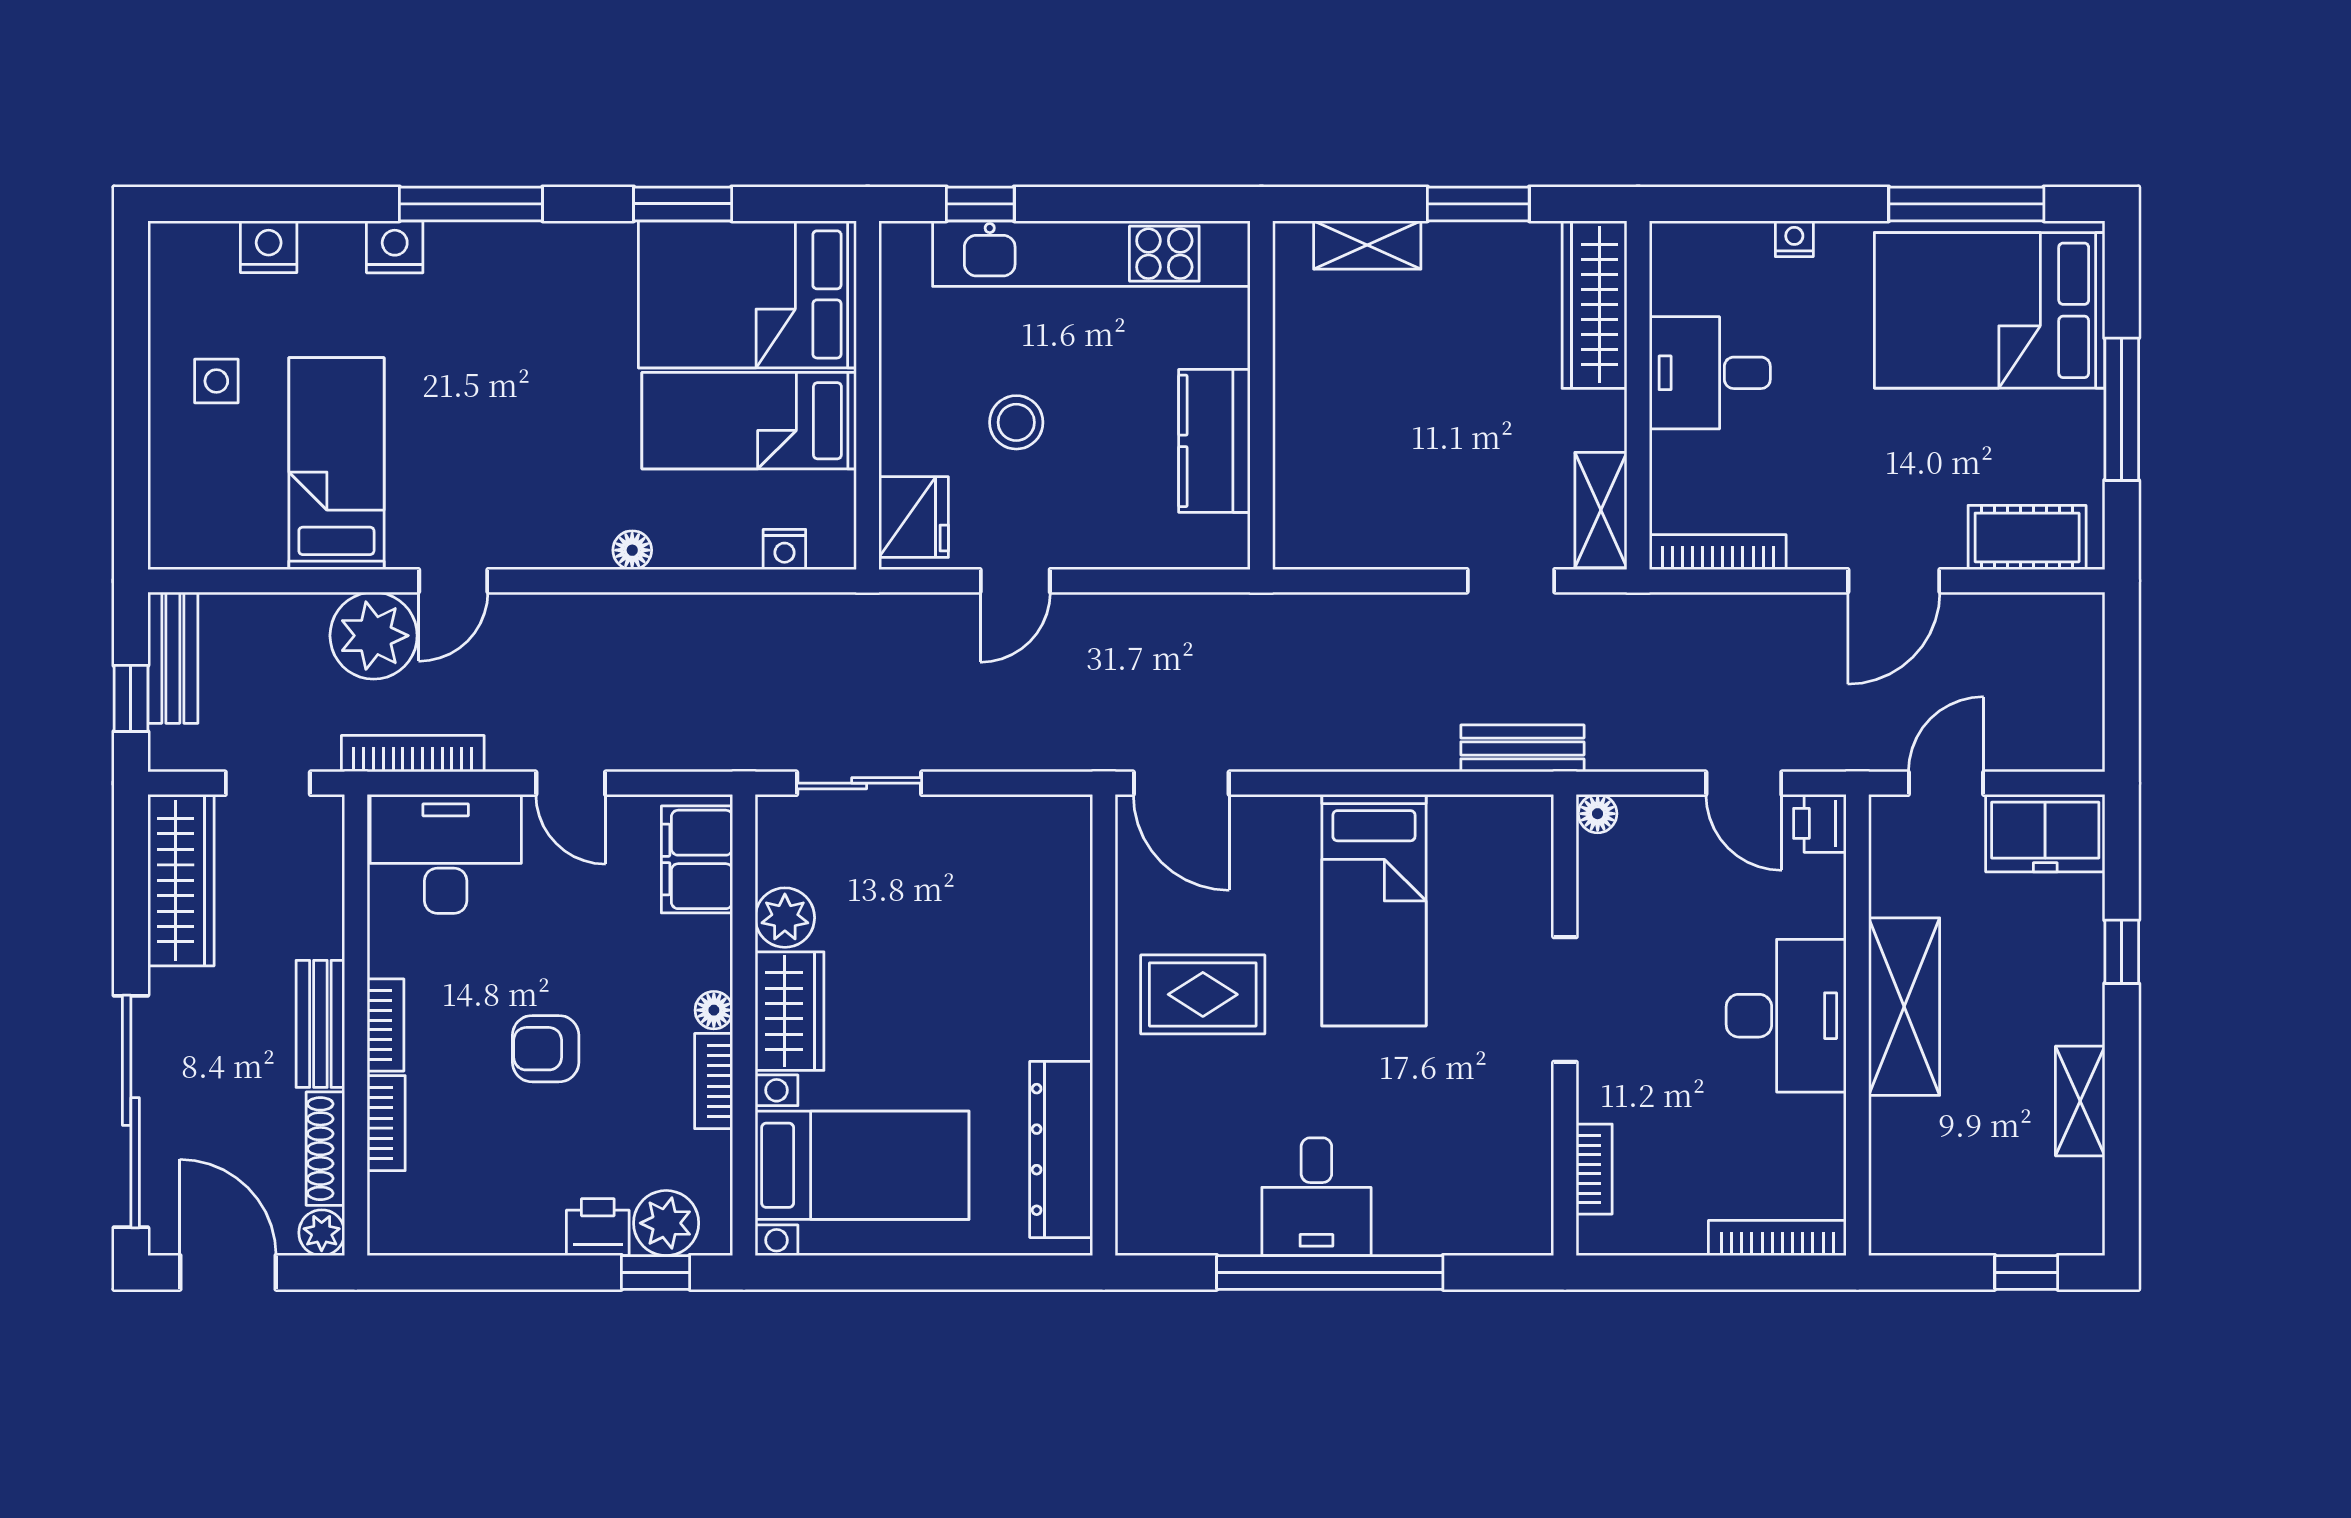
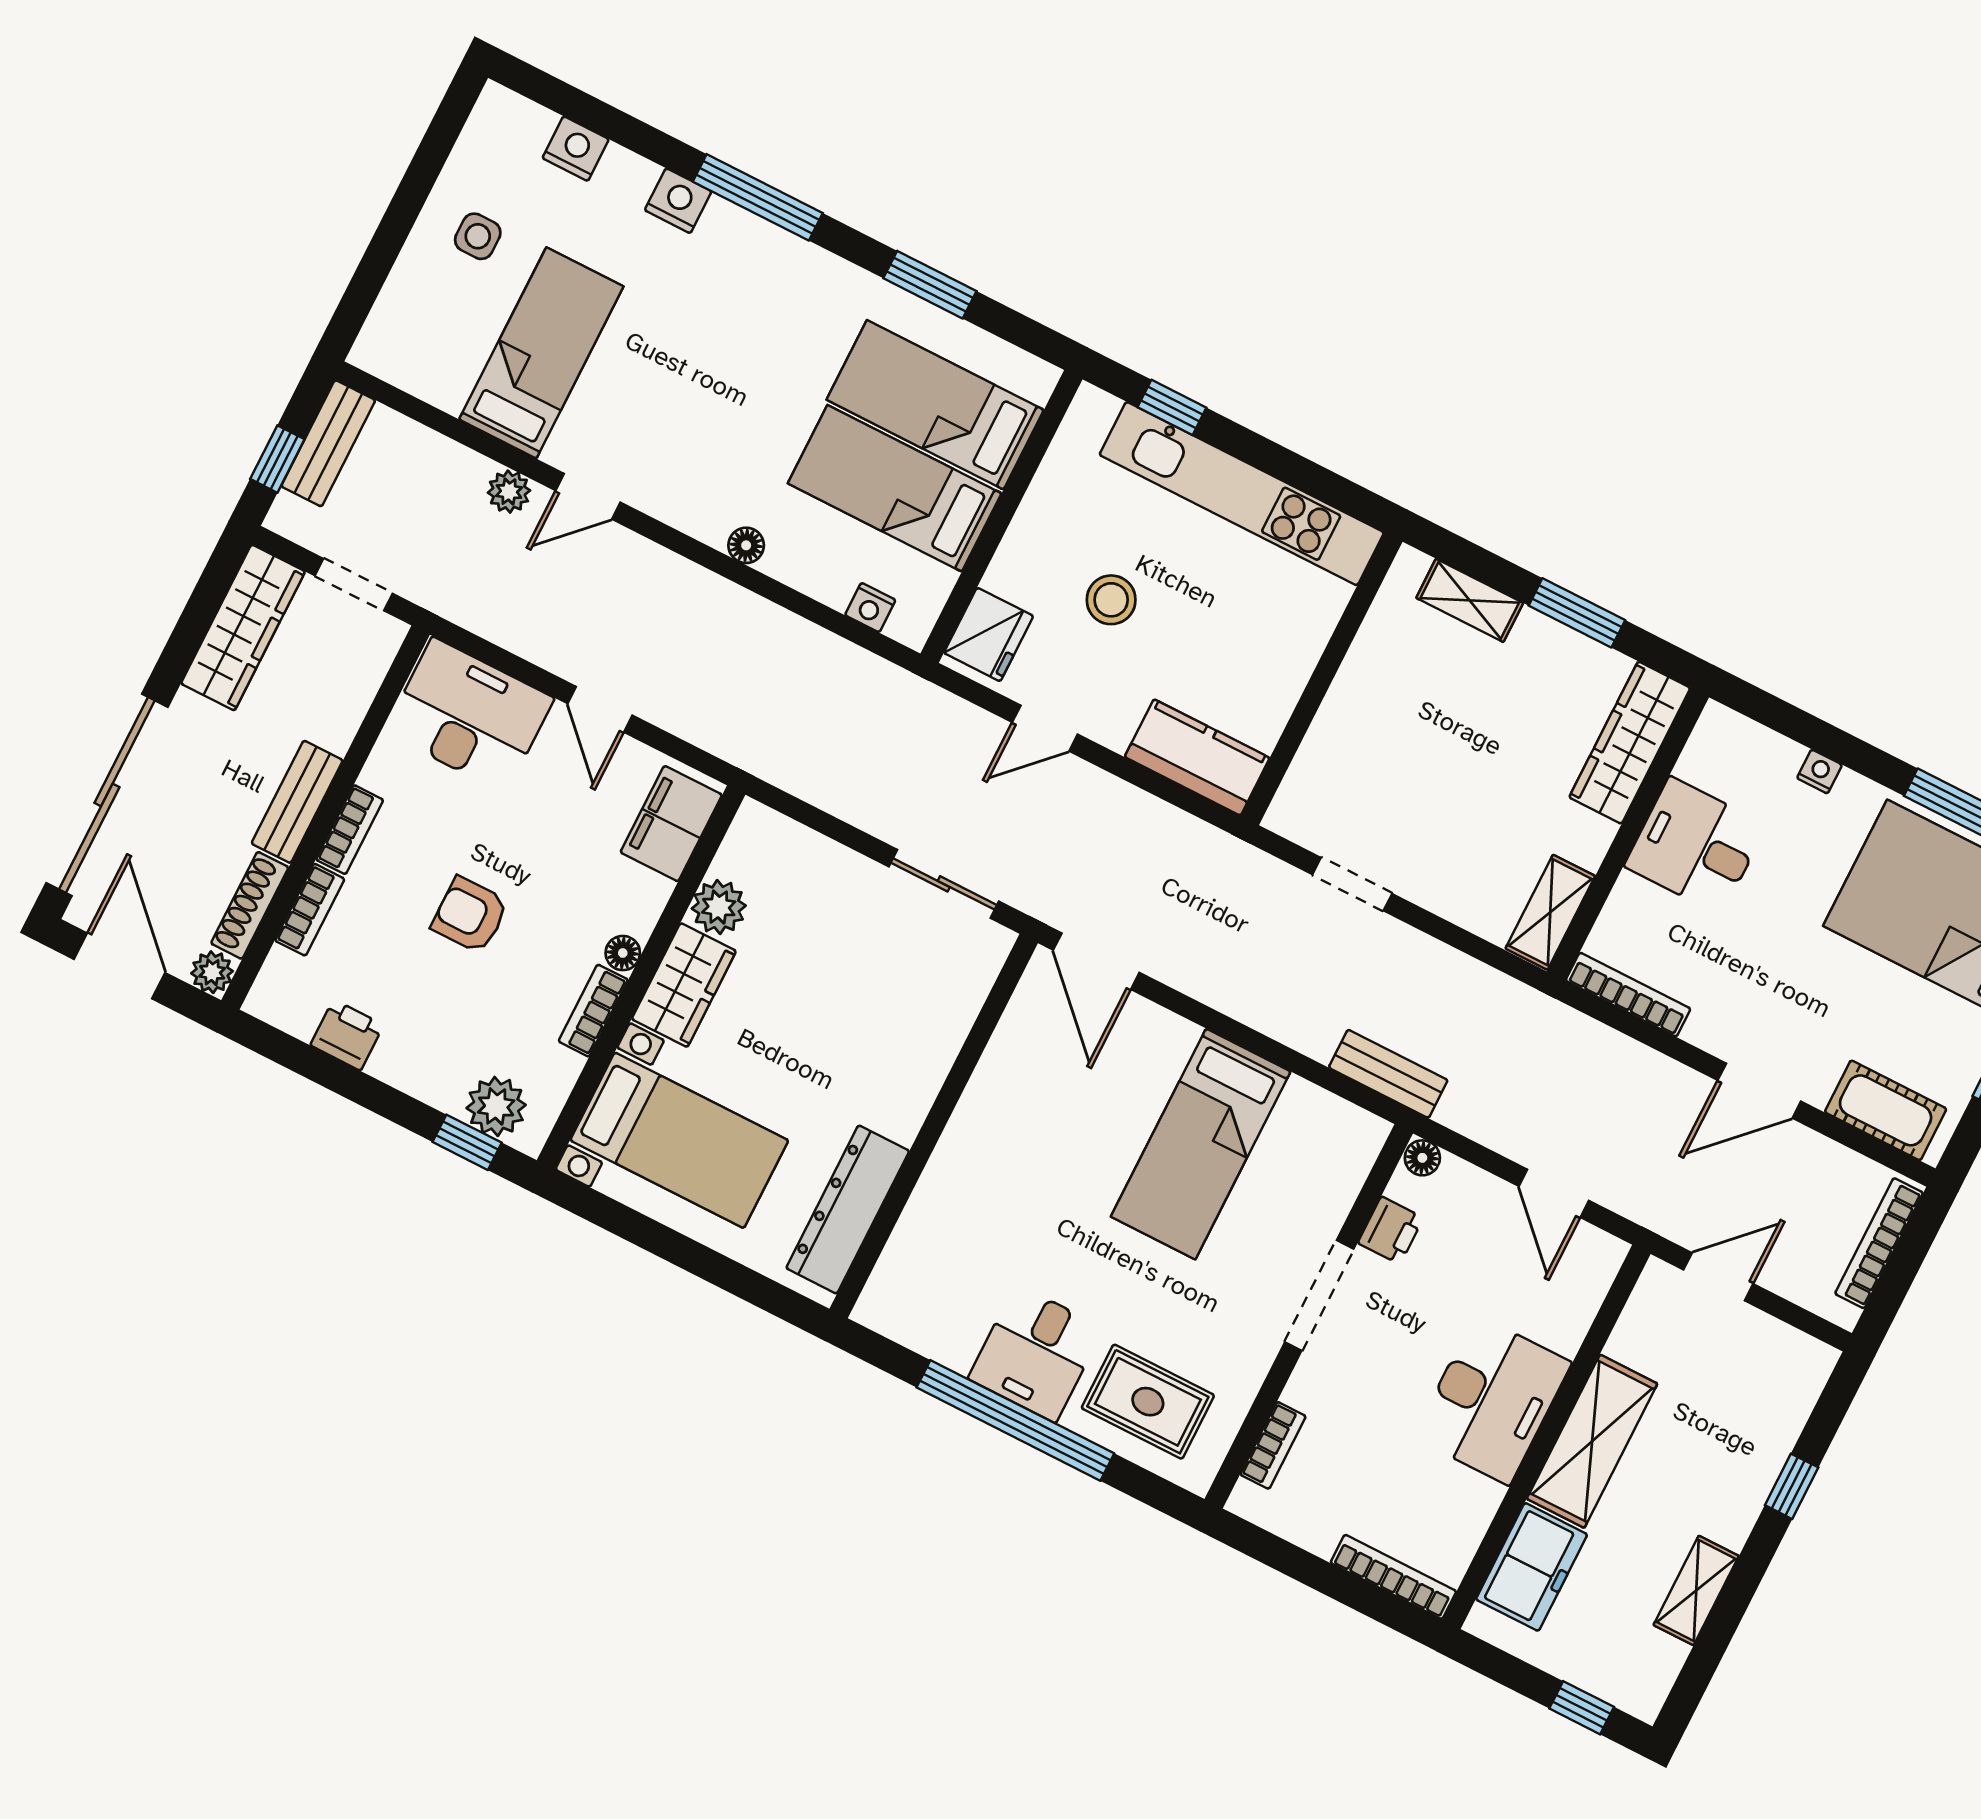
bed: (747, 294) -> (935, 405), width x0.67
kitchen counter: (1214, 441) -> (1197, 757), moved, turned 90
doorway: (1511, 581) -> (1352, 884), moved
plant: (374, 636) -> (509, 492), width x0.53, depth x0.53
bookcase: (413, 754) -> (1879, 1243), moved, turned -90
sliding door: (859, 783) -> (944, 884), moved
printer: (1820, 823) -> (1391, 1230), moved, turned 180
freezer: (2045, 833) -> (1532, 1567), moved, turned -90
rug: (1203, 994) -> (1148, 1402), moved
printer: (598, 1227) -> (347, 1035), moved

